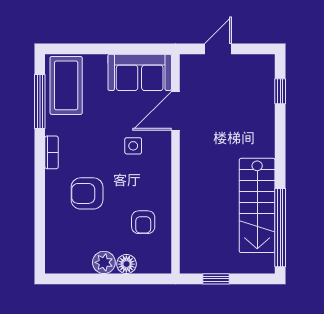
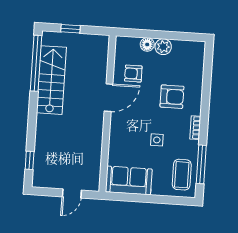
coffee table: (66, 85) -> (182, 175), width x0.73, depth x0.76
door: (176, 111) -> (109, 98), moved
side table: (133, 146) -> (157, 140), moved
armchair: (143, 222) -> (133, 74), turned -90
window: (216, 279) -> (71, 29), moved

